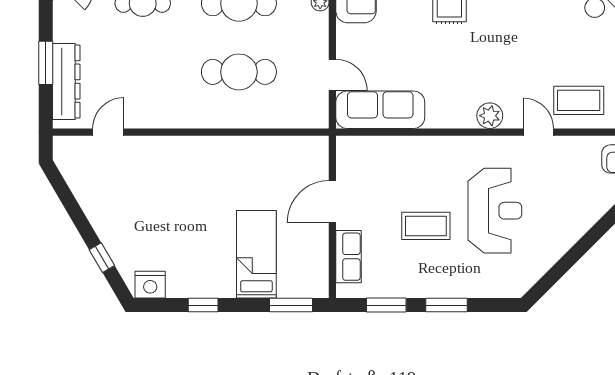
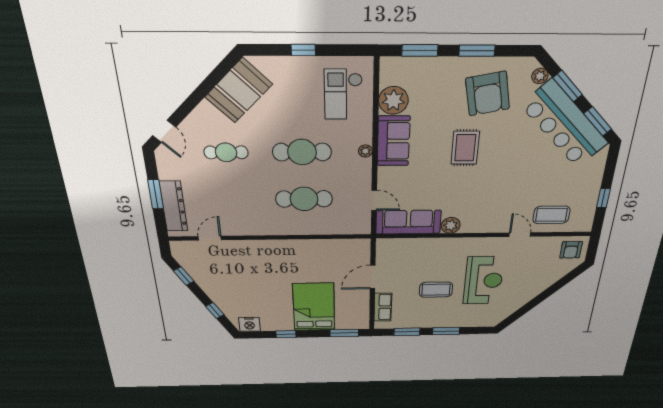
plant: (490, 116) -> (451, 225), moved
window: (65, 195) -> (184, 276), added
bed: (256, 254) -> (314, 307), width x1.50

